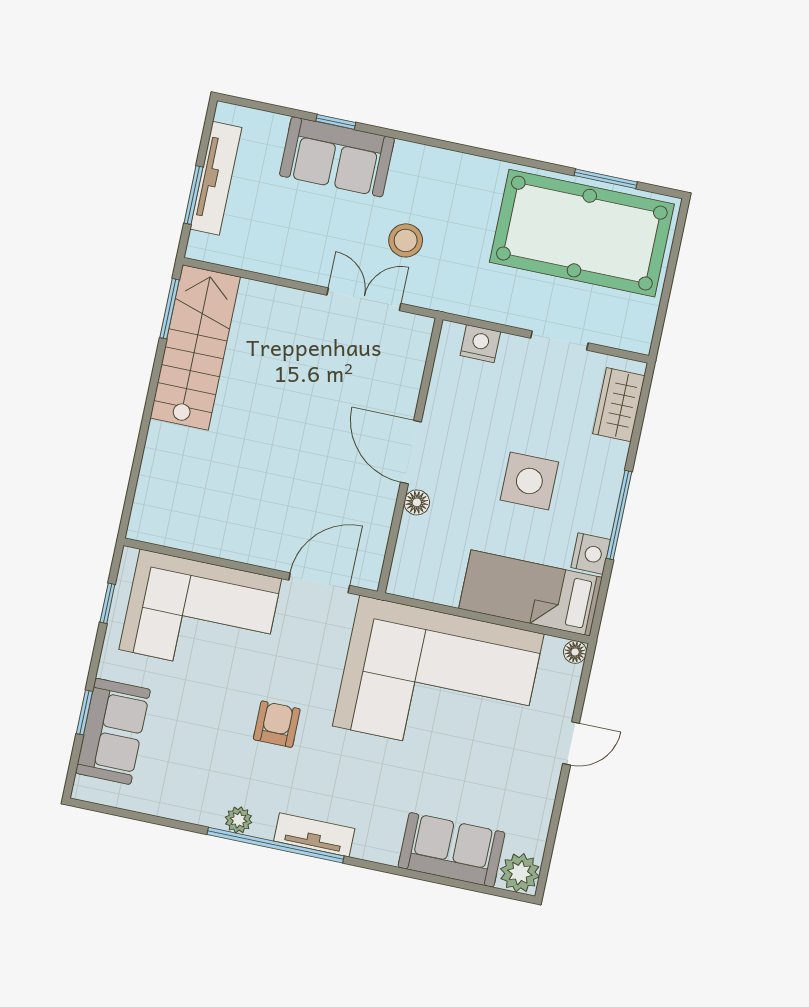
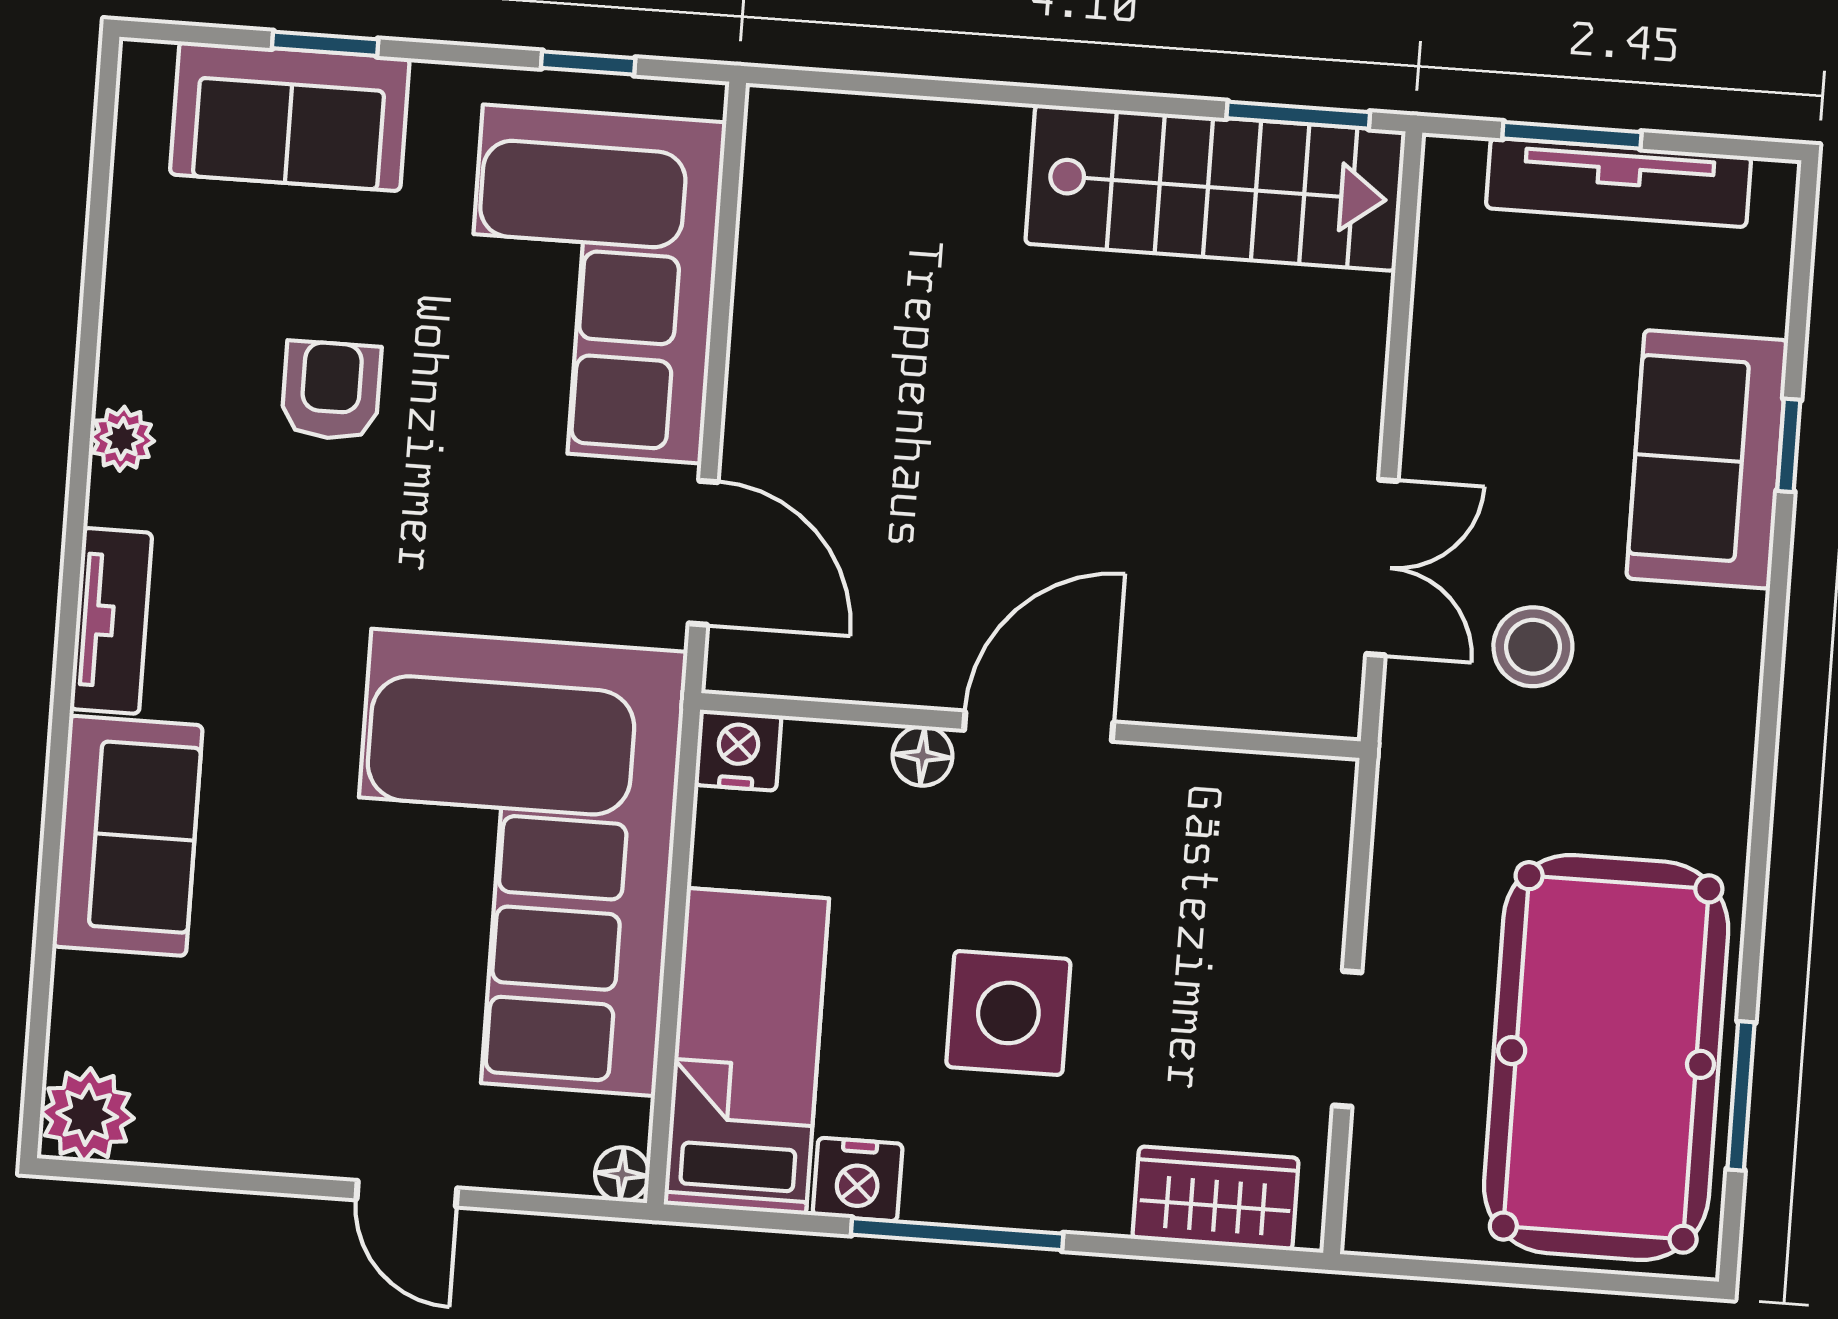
nightstand: (480, 344) -> (738, 750), moved, turned -90
armchair: (277, 724) -> (331, 391), moved, turned -90
window: (275, 845) -> (74, 533), removed
sofa: (452, 850) -> (128, 836), moved

